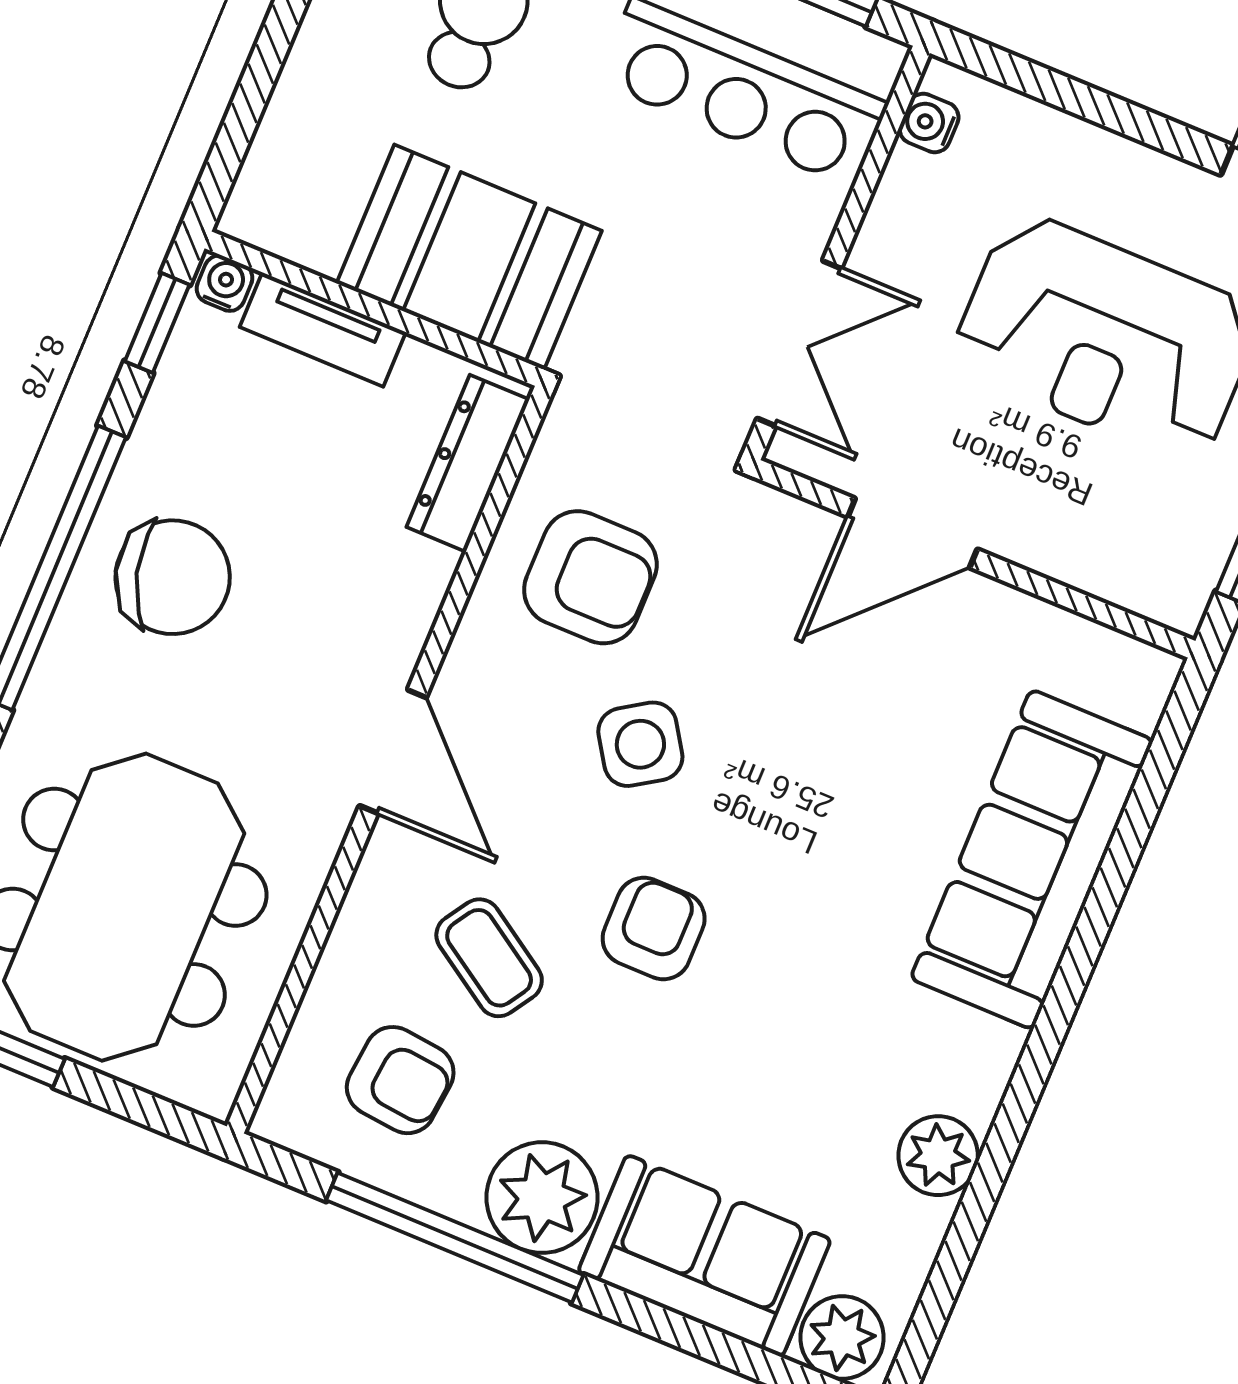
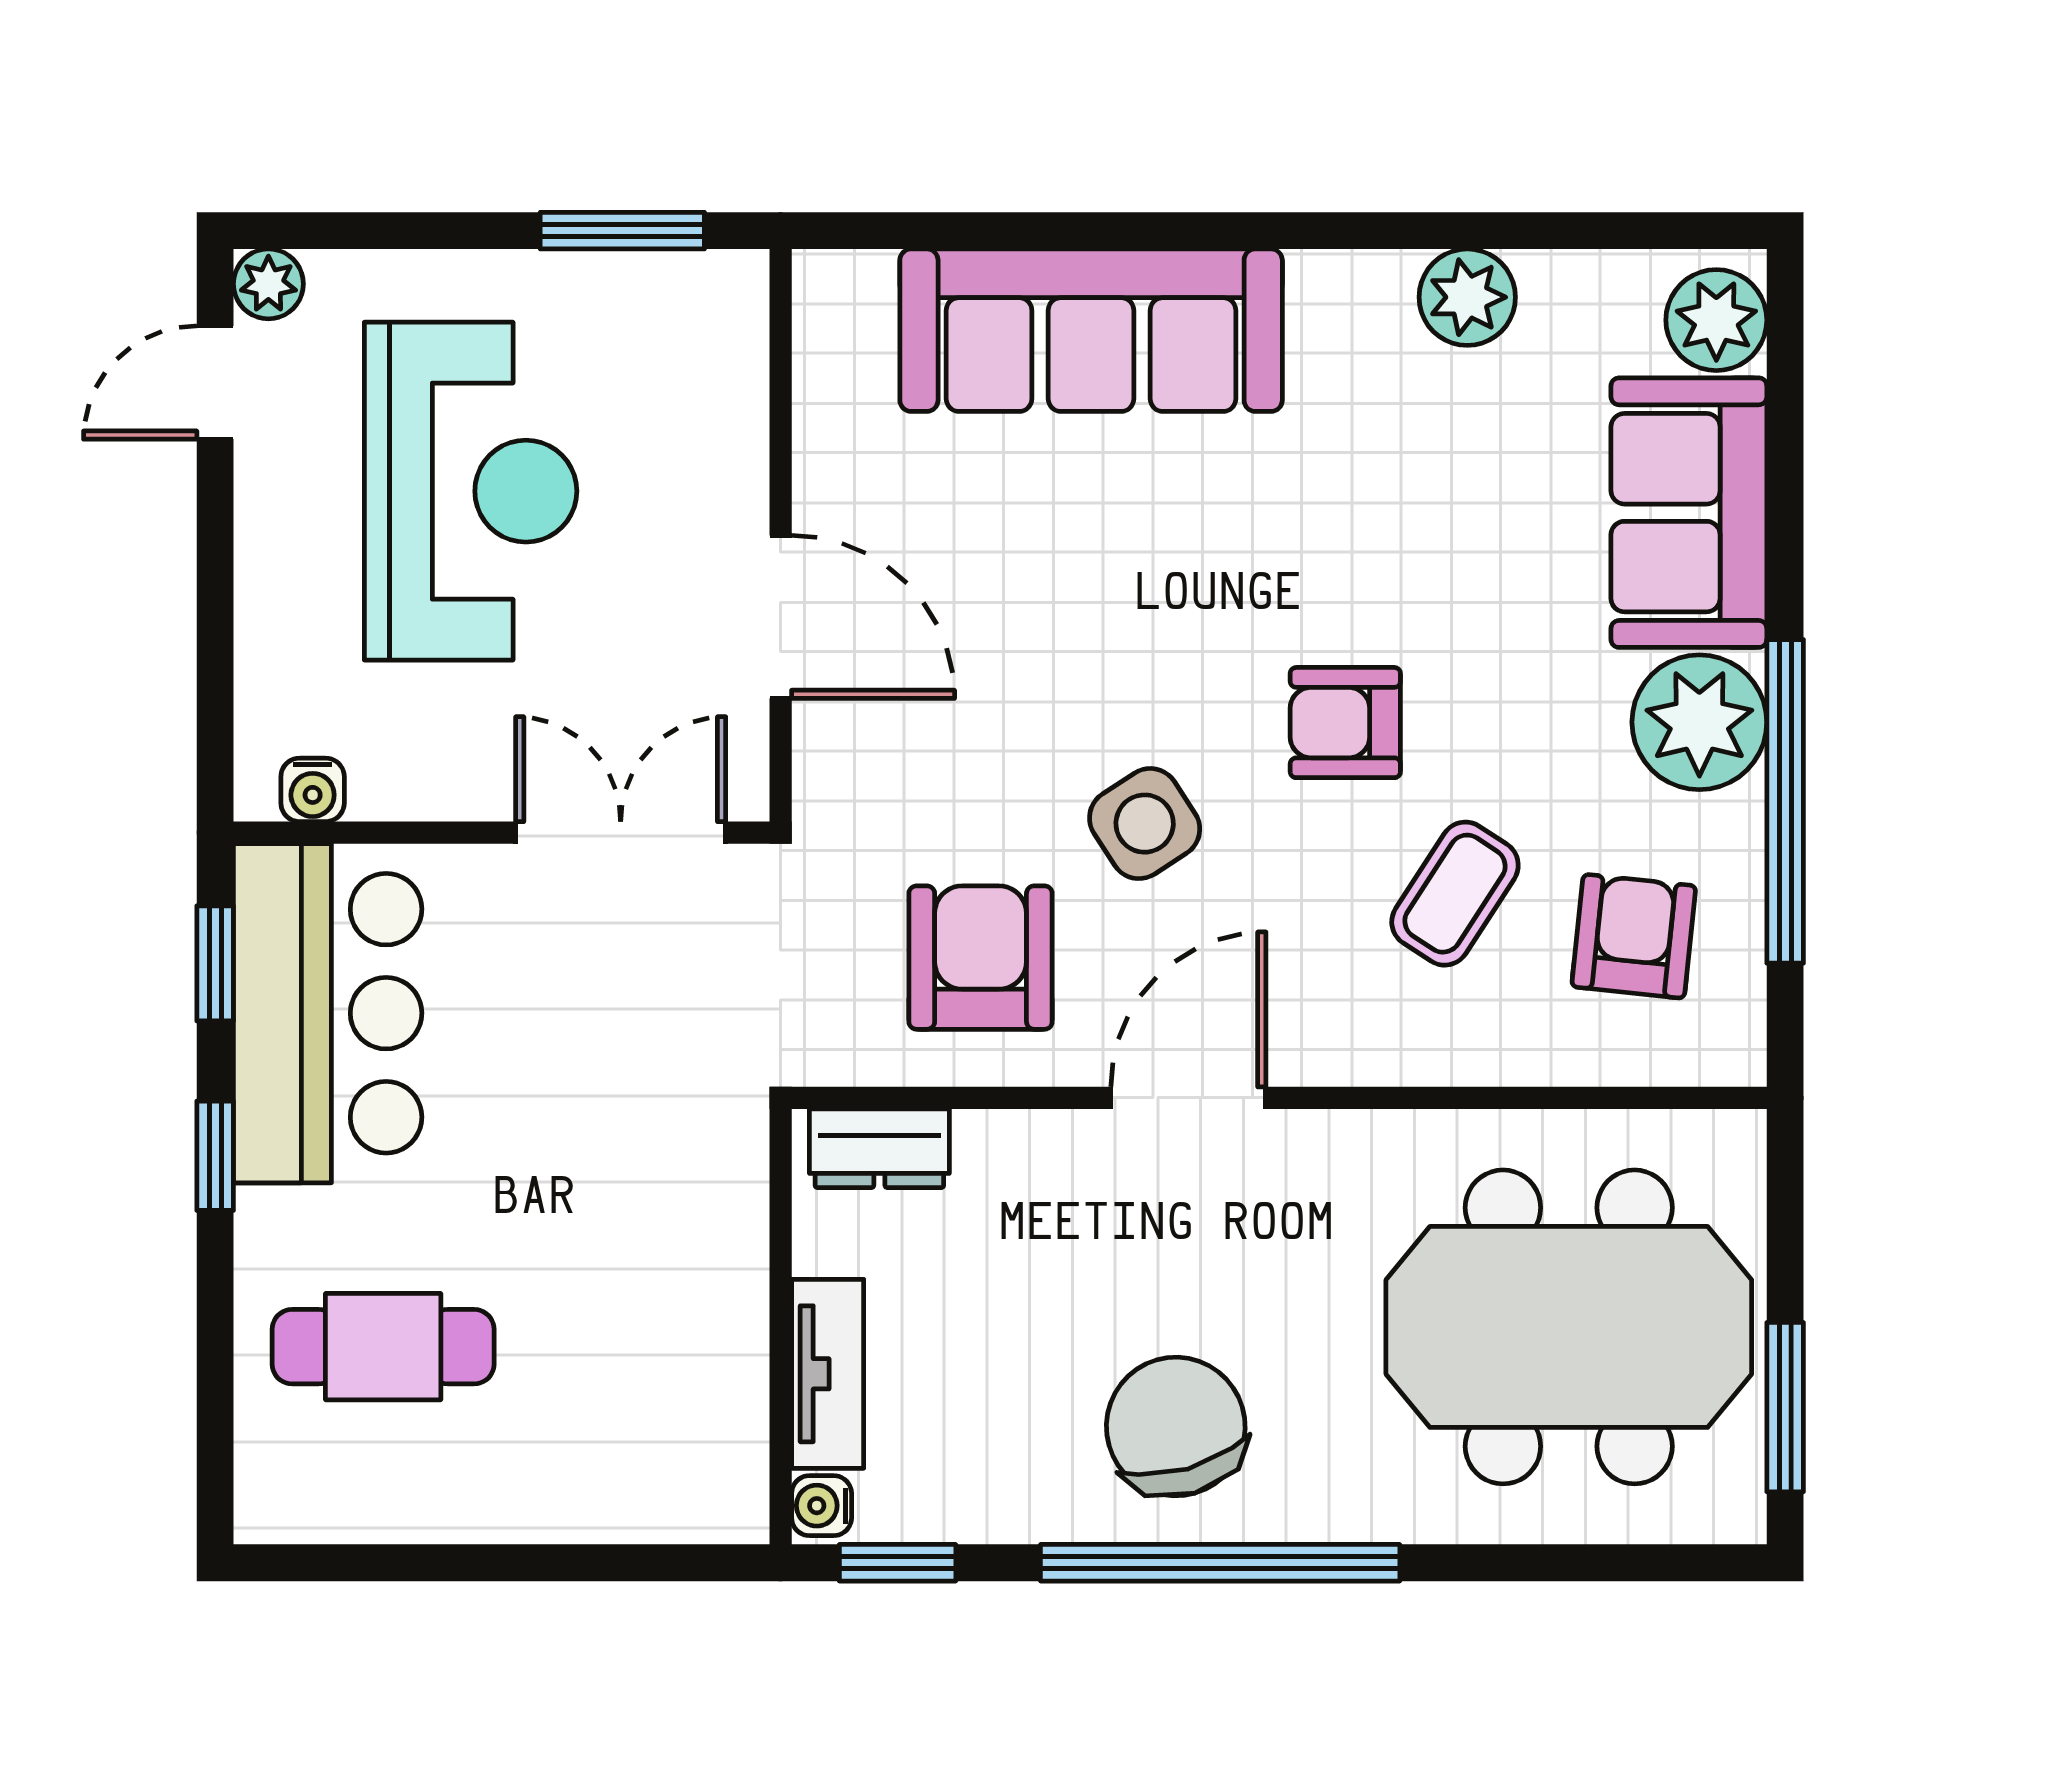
booth: (469, 257) -> (678, 1243), removed
dresser: (468, 463) -> (879, 1148), width x0.70
door: (393, 752) -> (1188, 1098), moved

